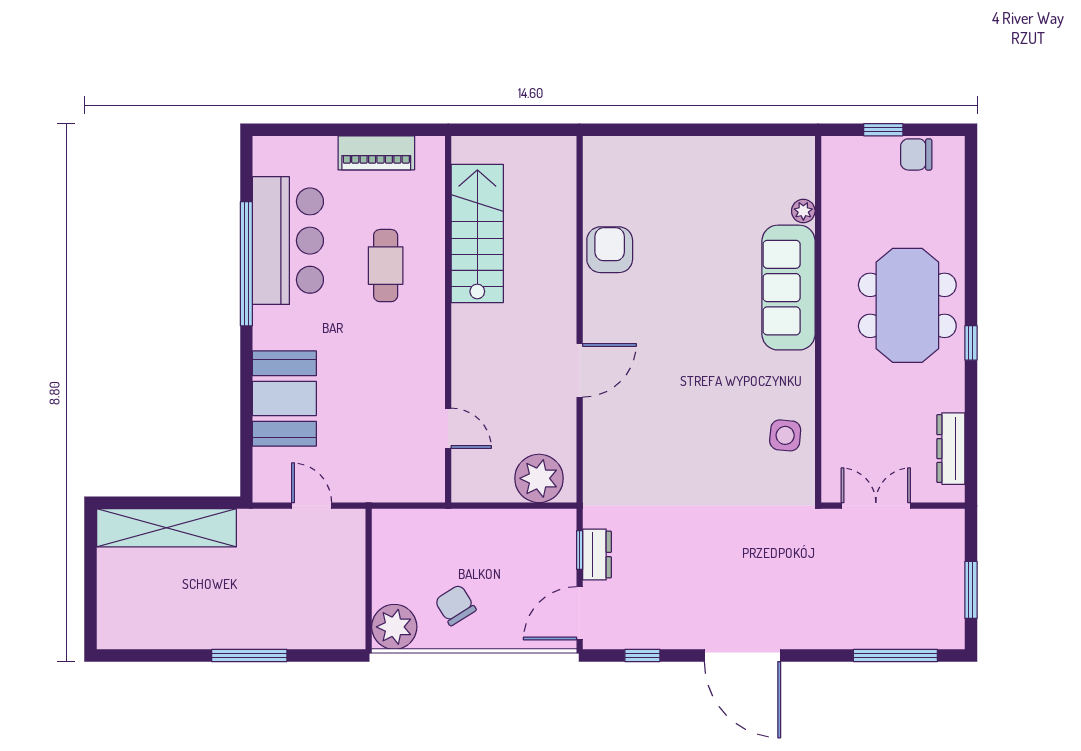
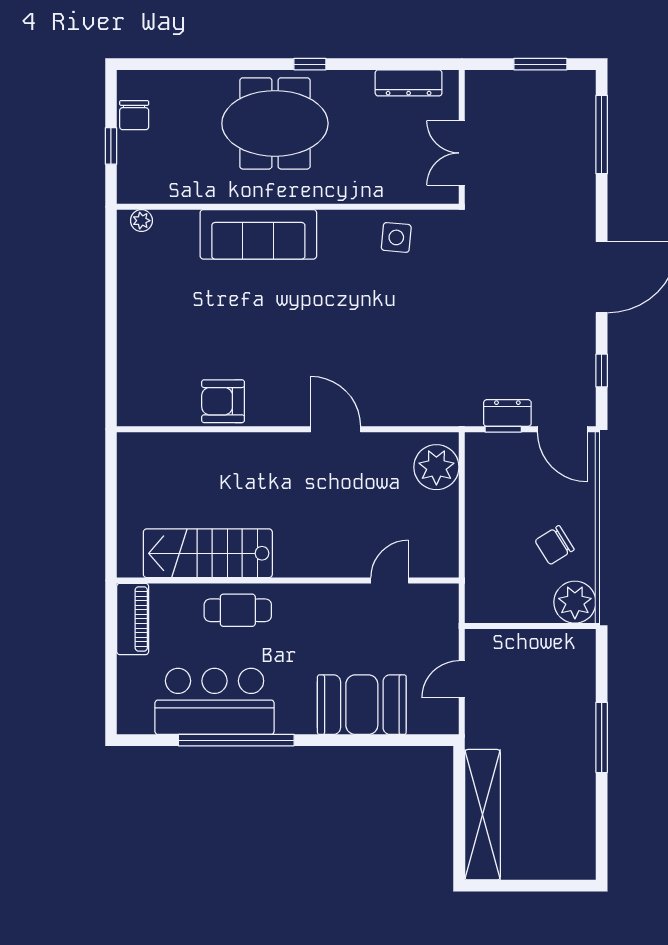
plant: (803, 211) -> (141, 221), moved
stairs: (477, 233) -> (208, 553), moved
wall: (448, 319) -> (288, 580), moved
door: (448, 428) -> (390, 580), moved

